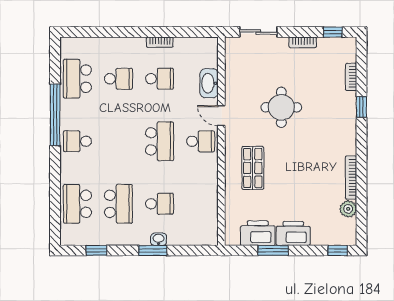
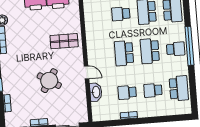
round table: (281, 107) -> (49, 81), turned 32
window: (55, 115) -> (189, 46), moved
school desk: (201, 141) -> (150, 51), moved, width x1.85
shop shelf: (253, 168) -> (64, 41), turned 90

